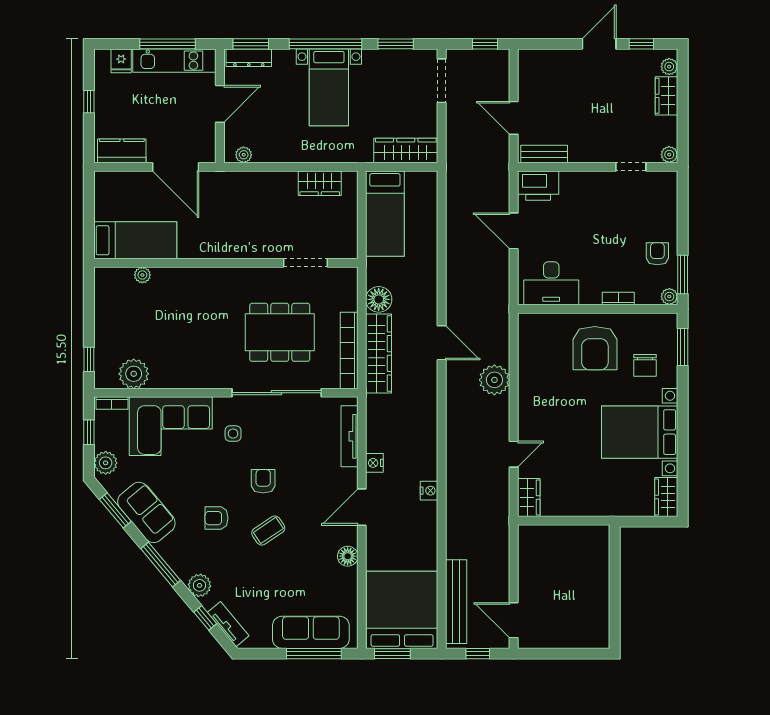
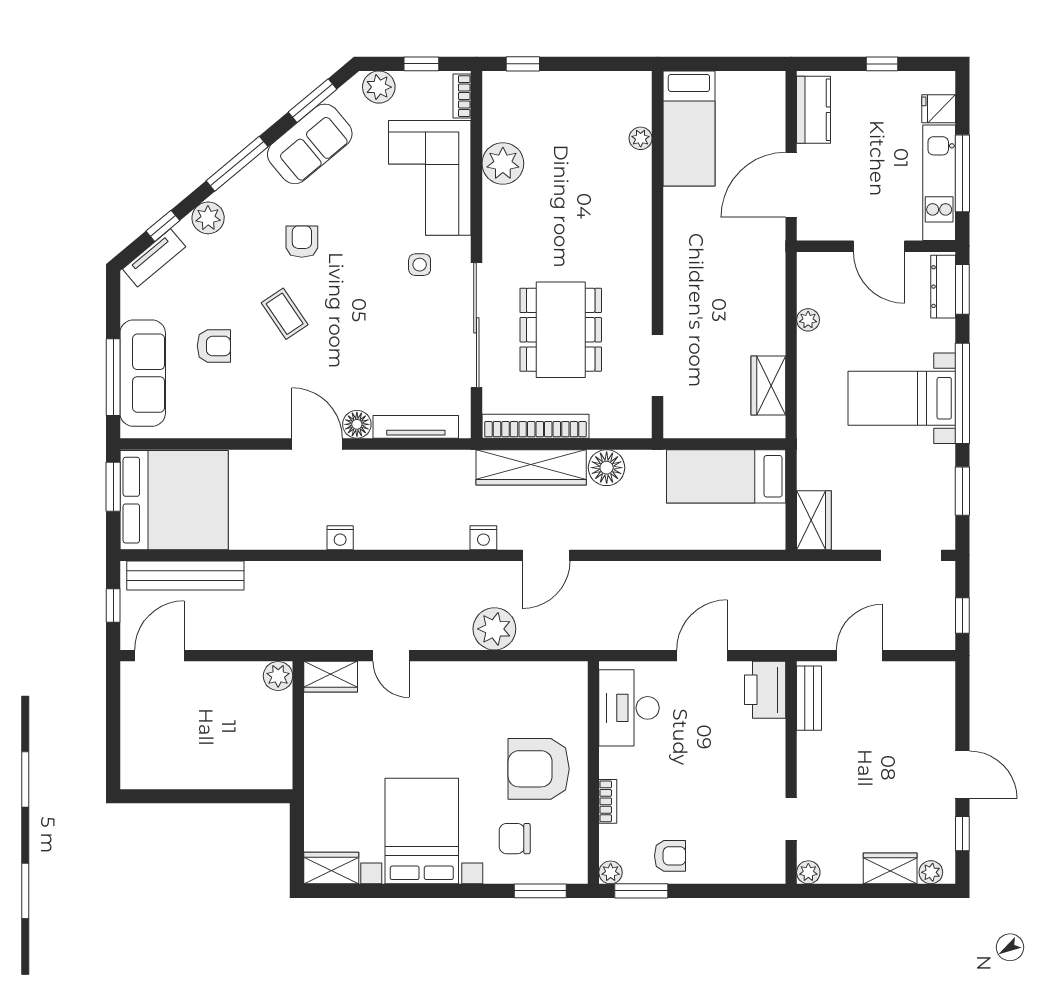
wardrobe: (406, 151) -> (814, 520), width x0.67
plant: (244, 155) -> (808, 320), moved
plant: (134, 374) -> (503, 163), moved
nightstand: (374, 463) -> (483, 538), moved, turned 180
armchair: (263, 481) -> (214, 346), moved
plant: (528, 535) -> (278, 676), added
floor lamp: (348, 556) -> (357, 424), moved

